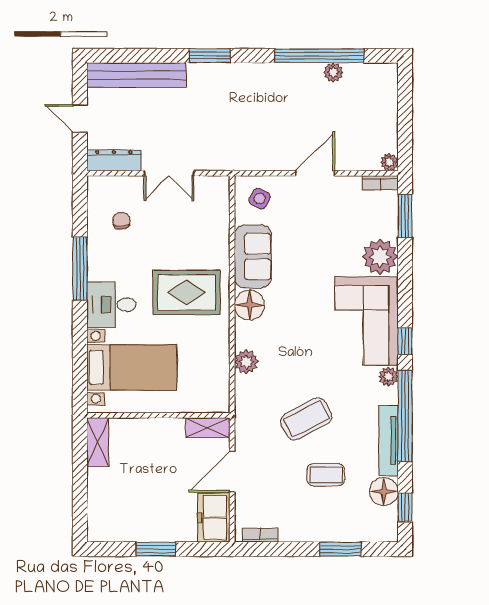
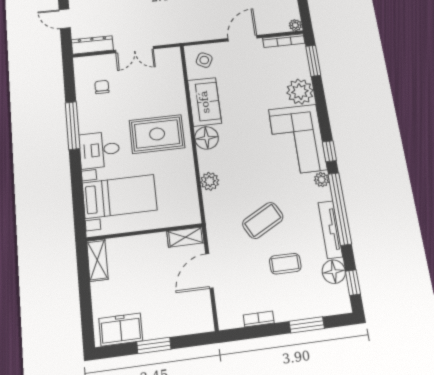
bookcase: (380, 183) -> (284, 41), width x1.56
freezer: (214, 518) -> (121, 330), moved, turned 90
bookcase: (260, 535) -> (259, 319), moved

